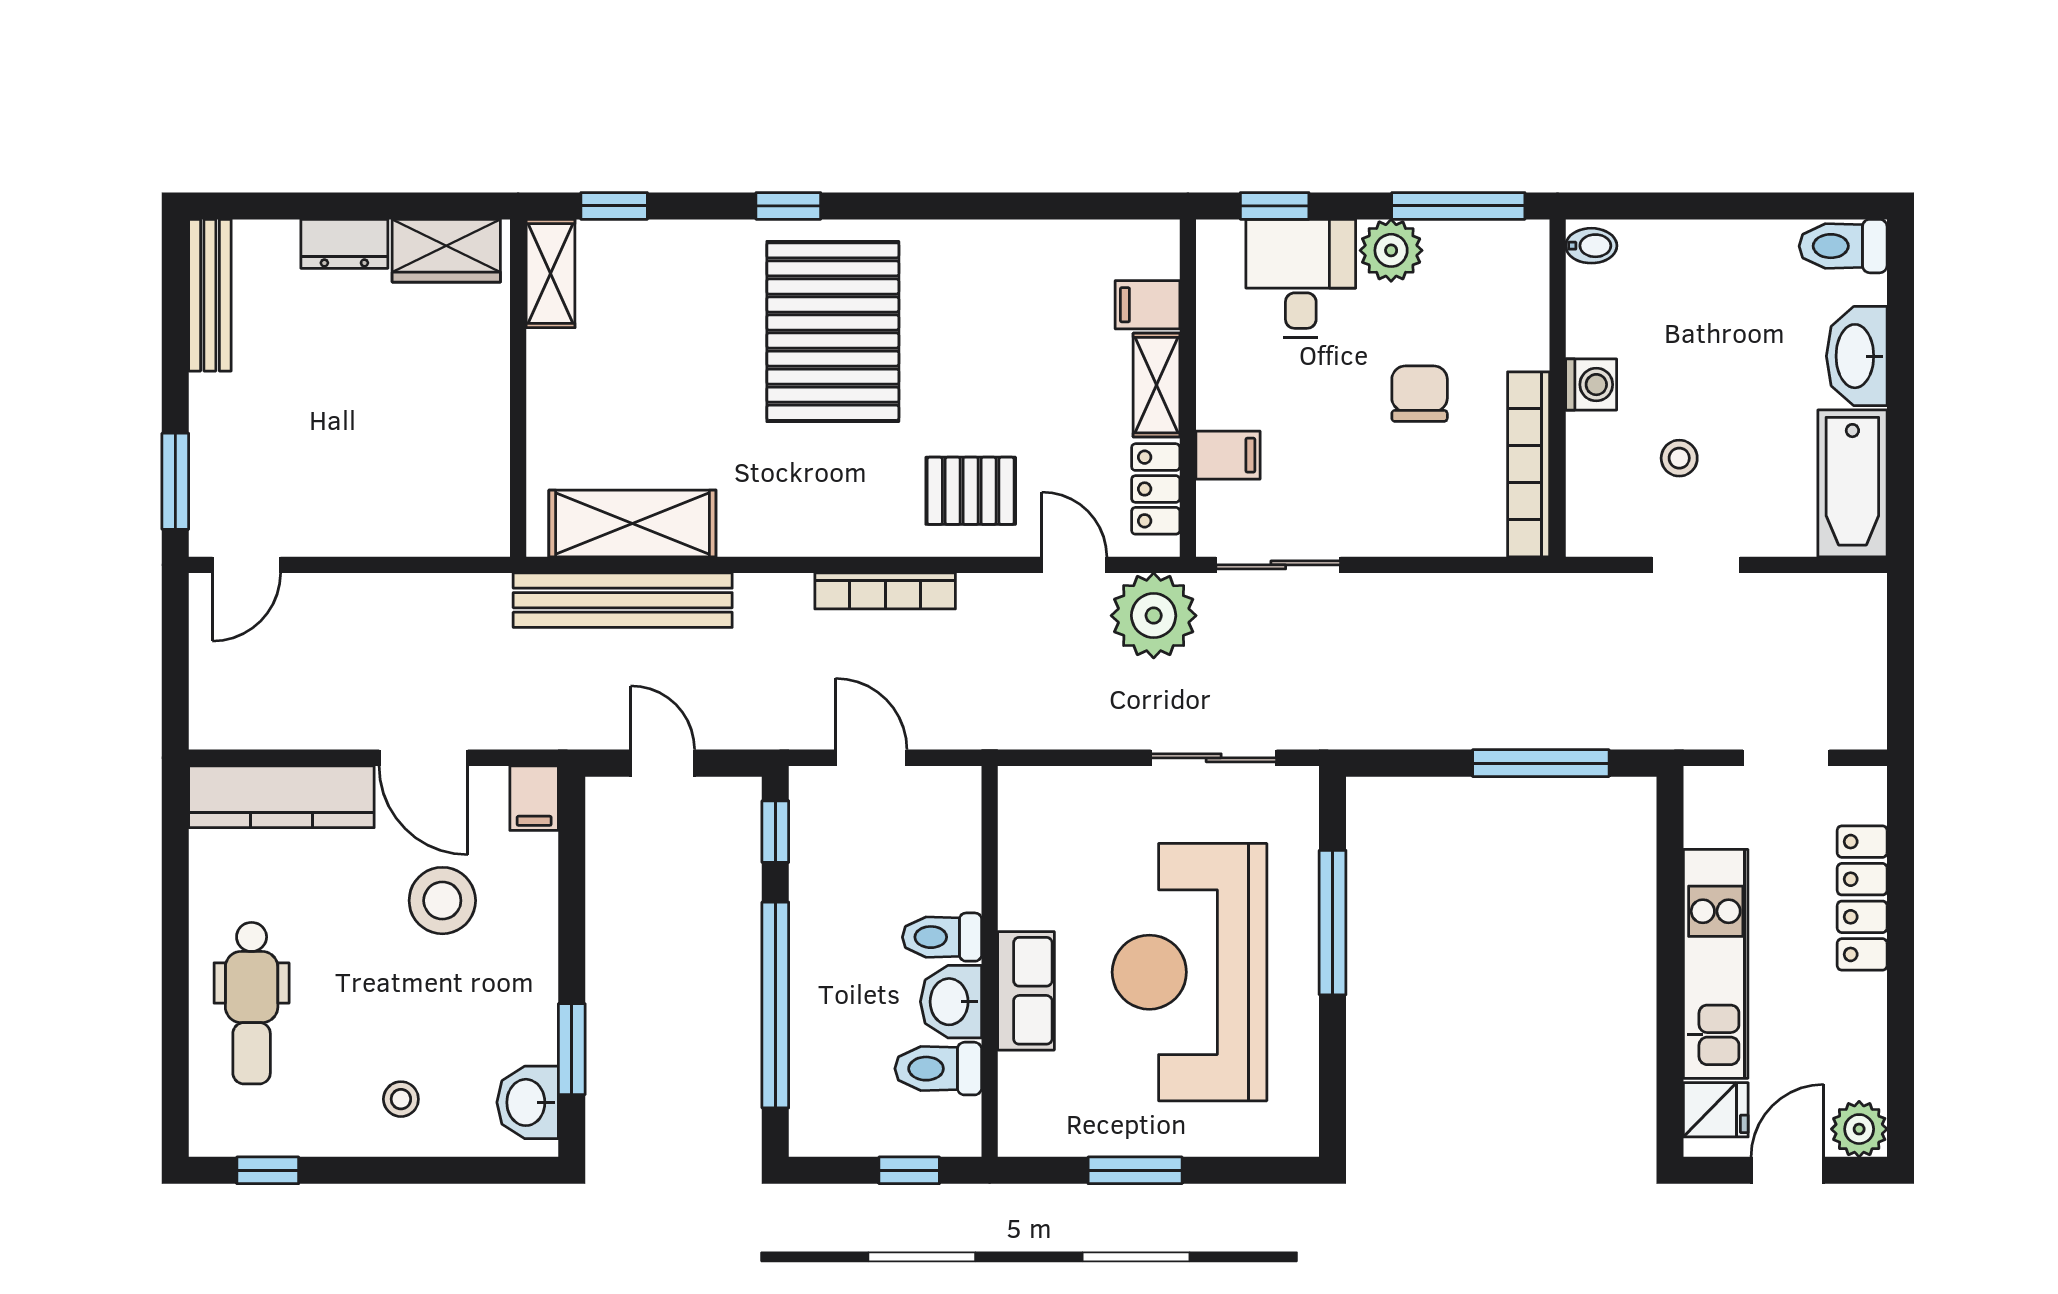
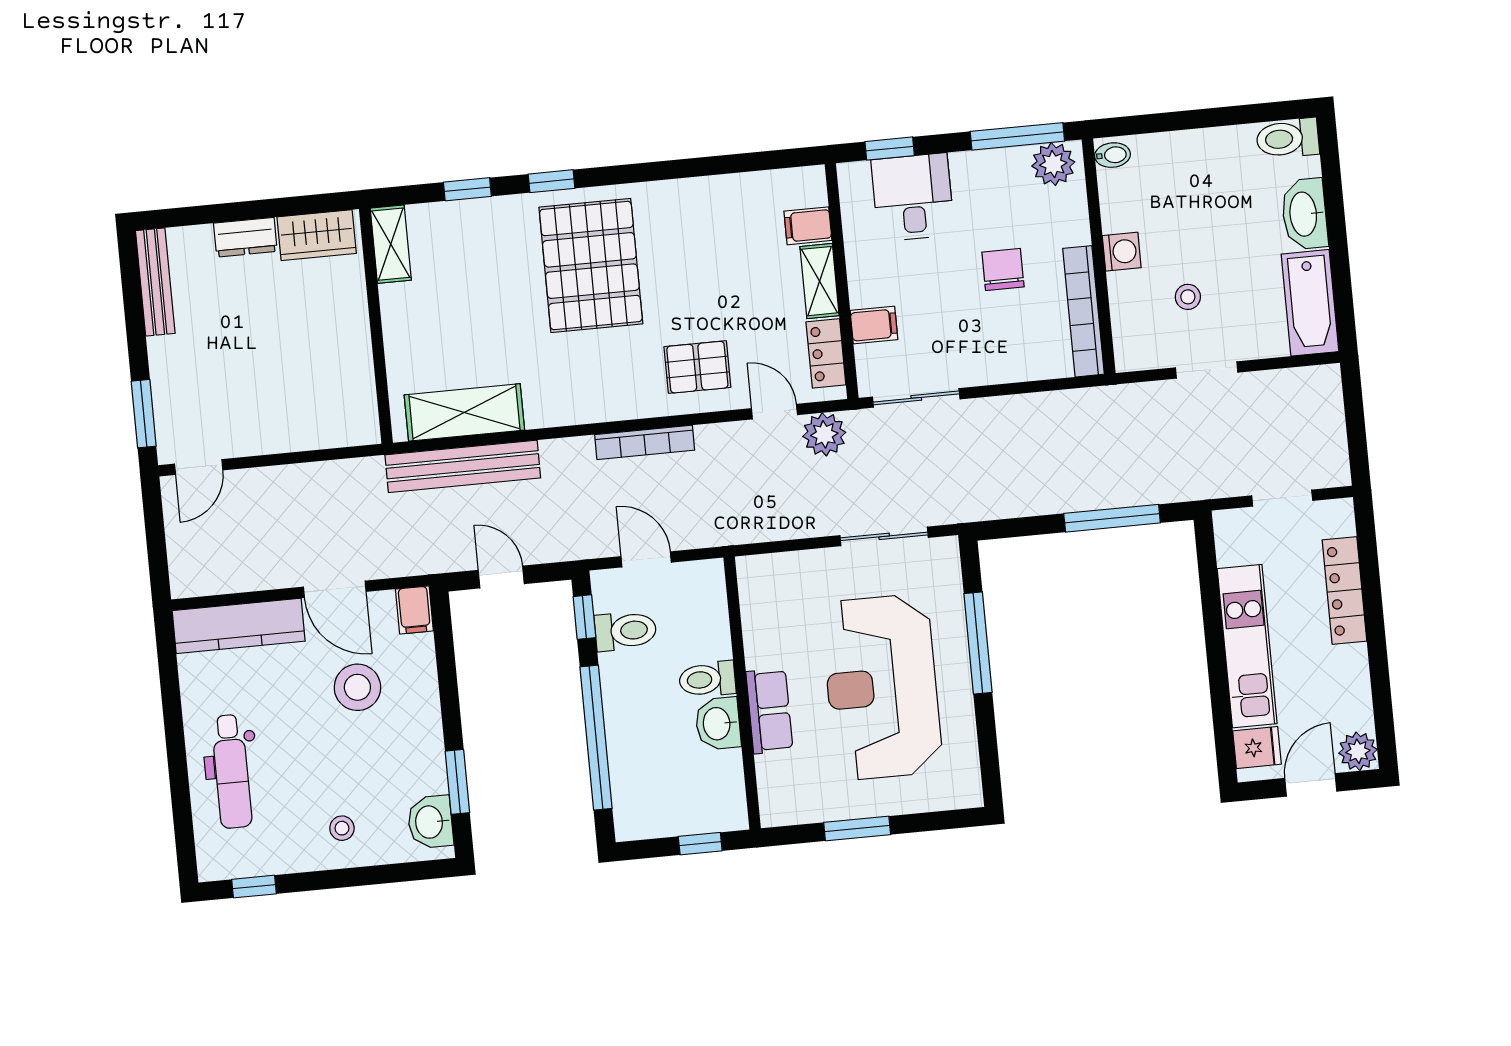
window: (614, 206) -> (467, 189), moved
plant: (1391, 250) -> (1053, 164), moved
plant: (1154, 616) -> (824, 434), width x0.73, depth x0.73
toilet: (938, 1069) -> (626, 631), moved, turned 180

